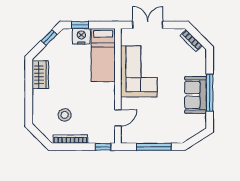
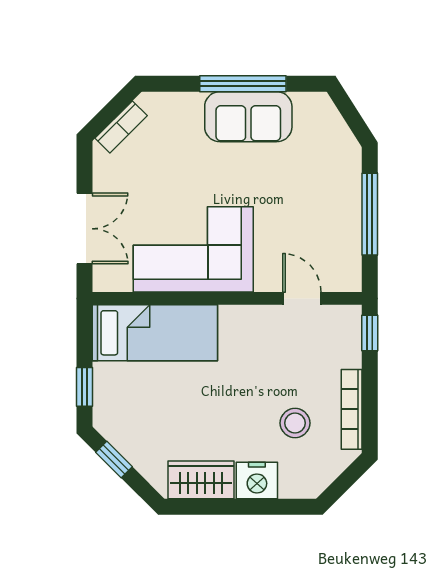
double door: (148, 25) -> (85, 229), swing flipped
nightstand: (81, 36) -> (257, 481), moved, turned -90

